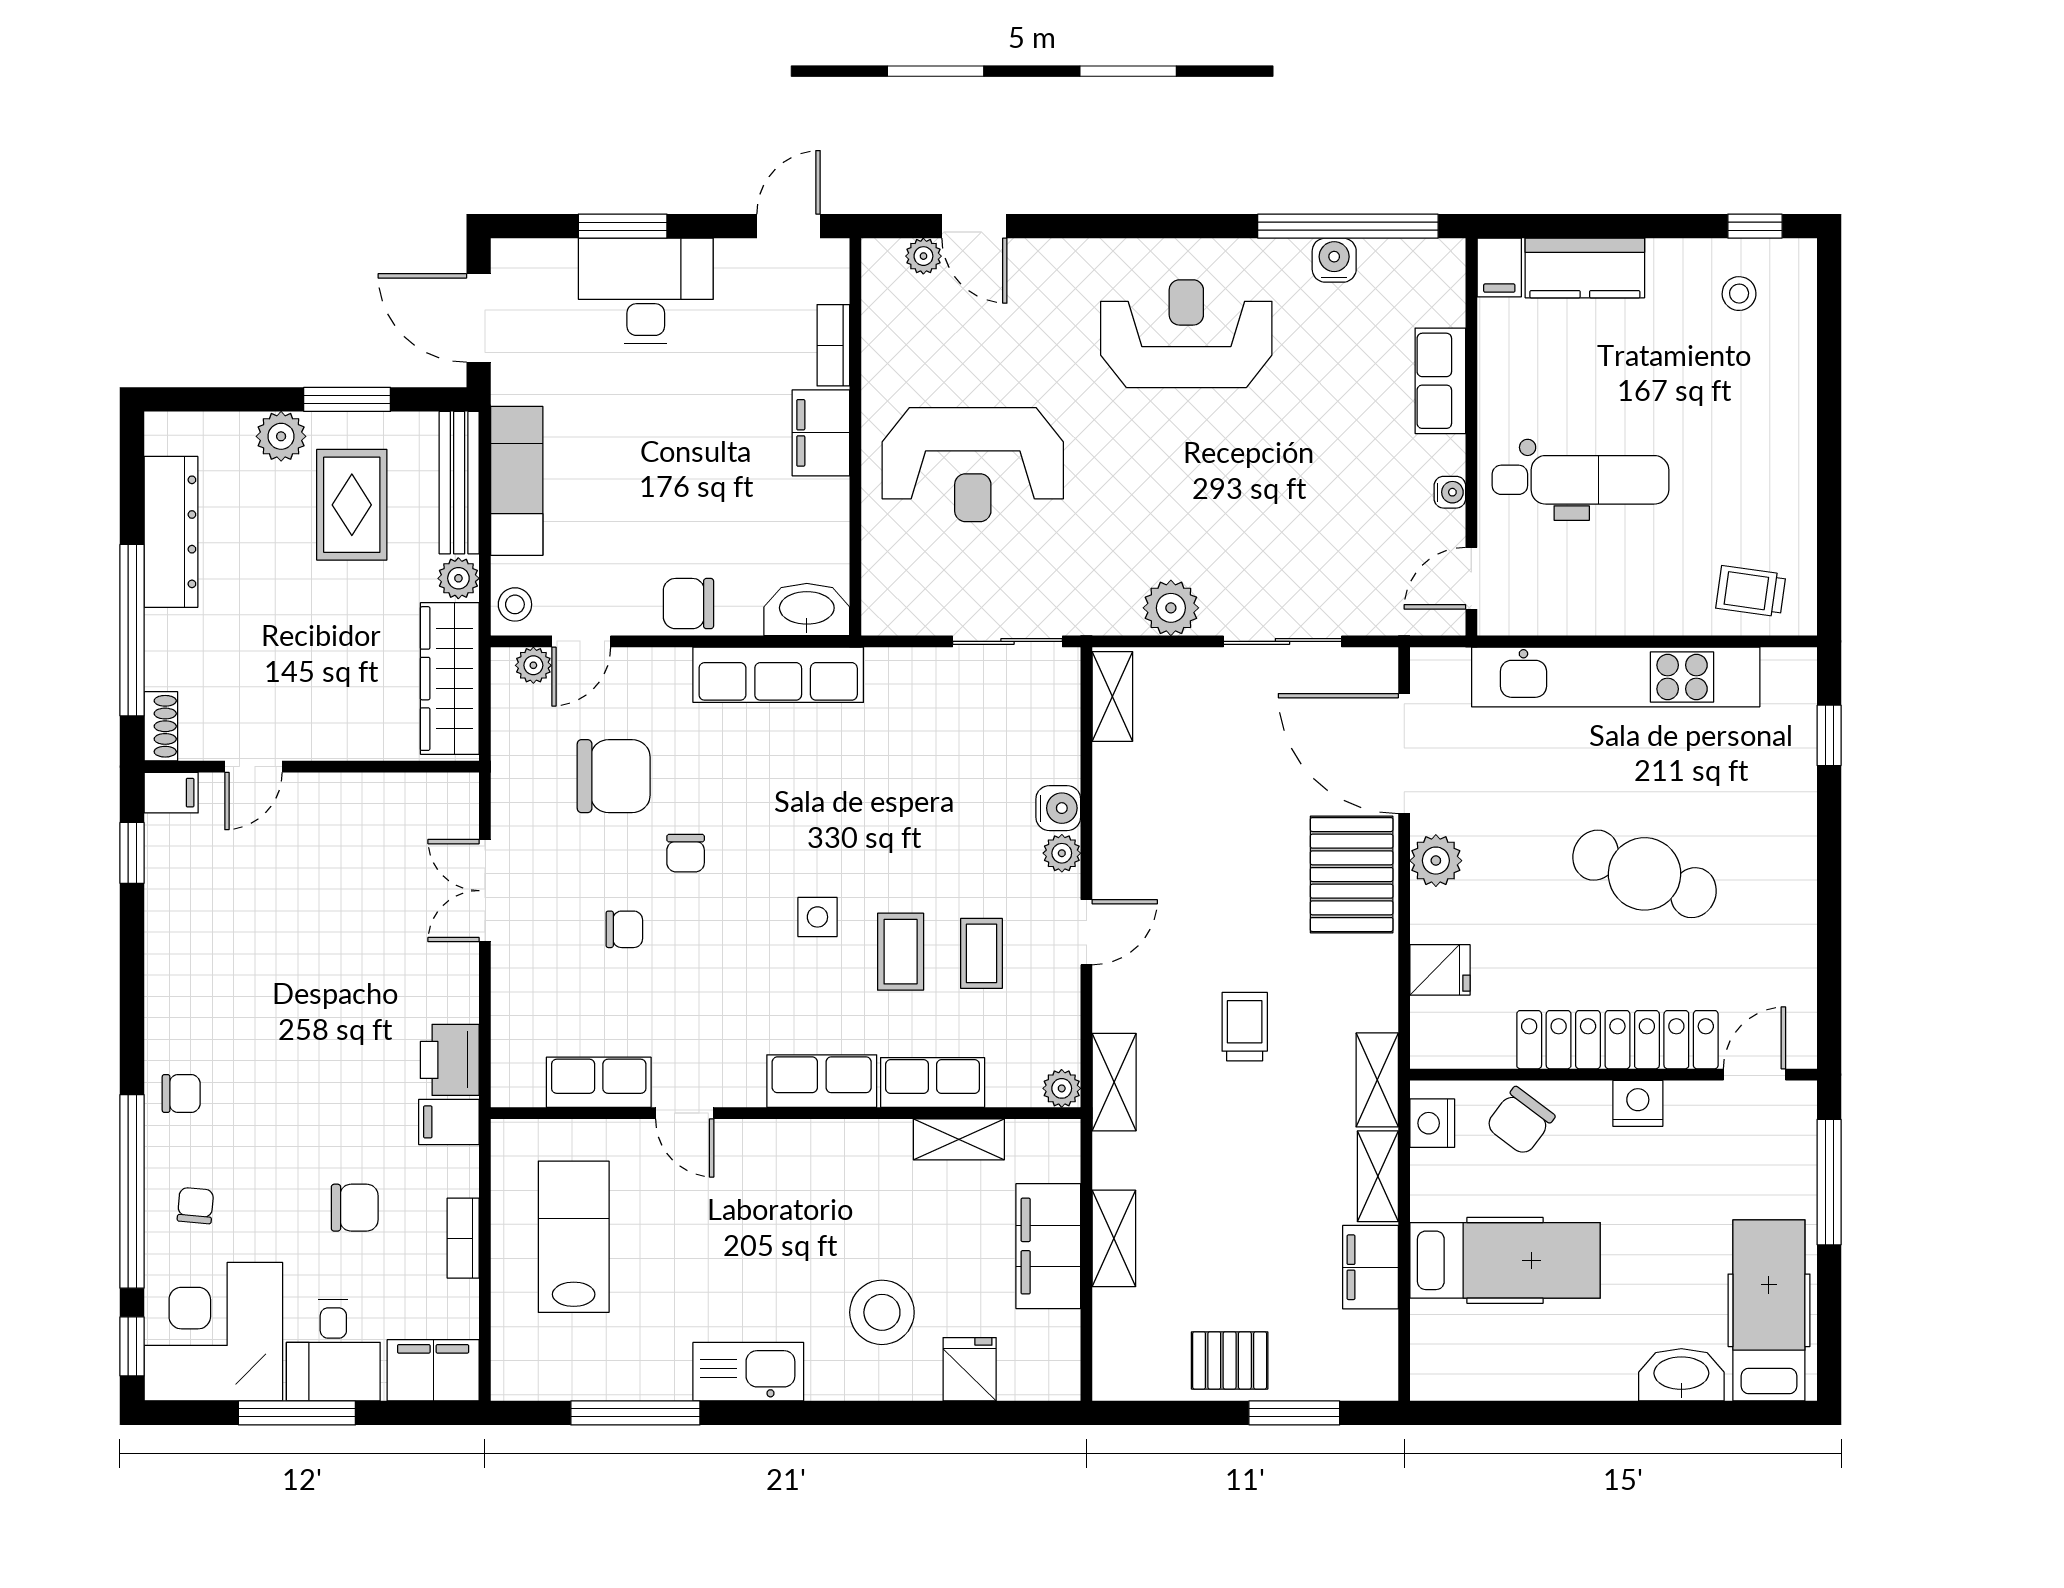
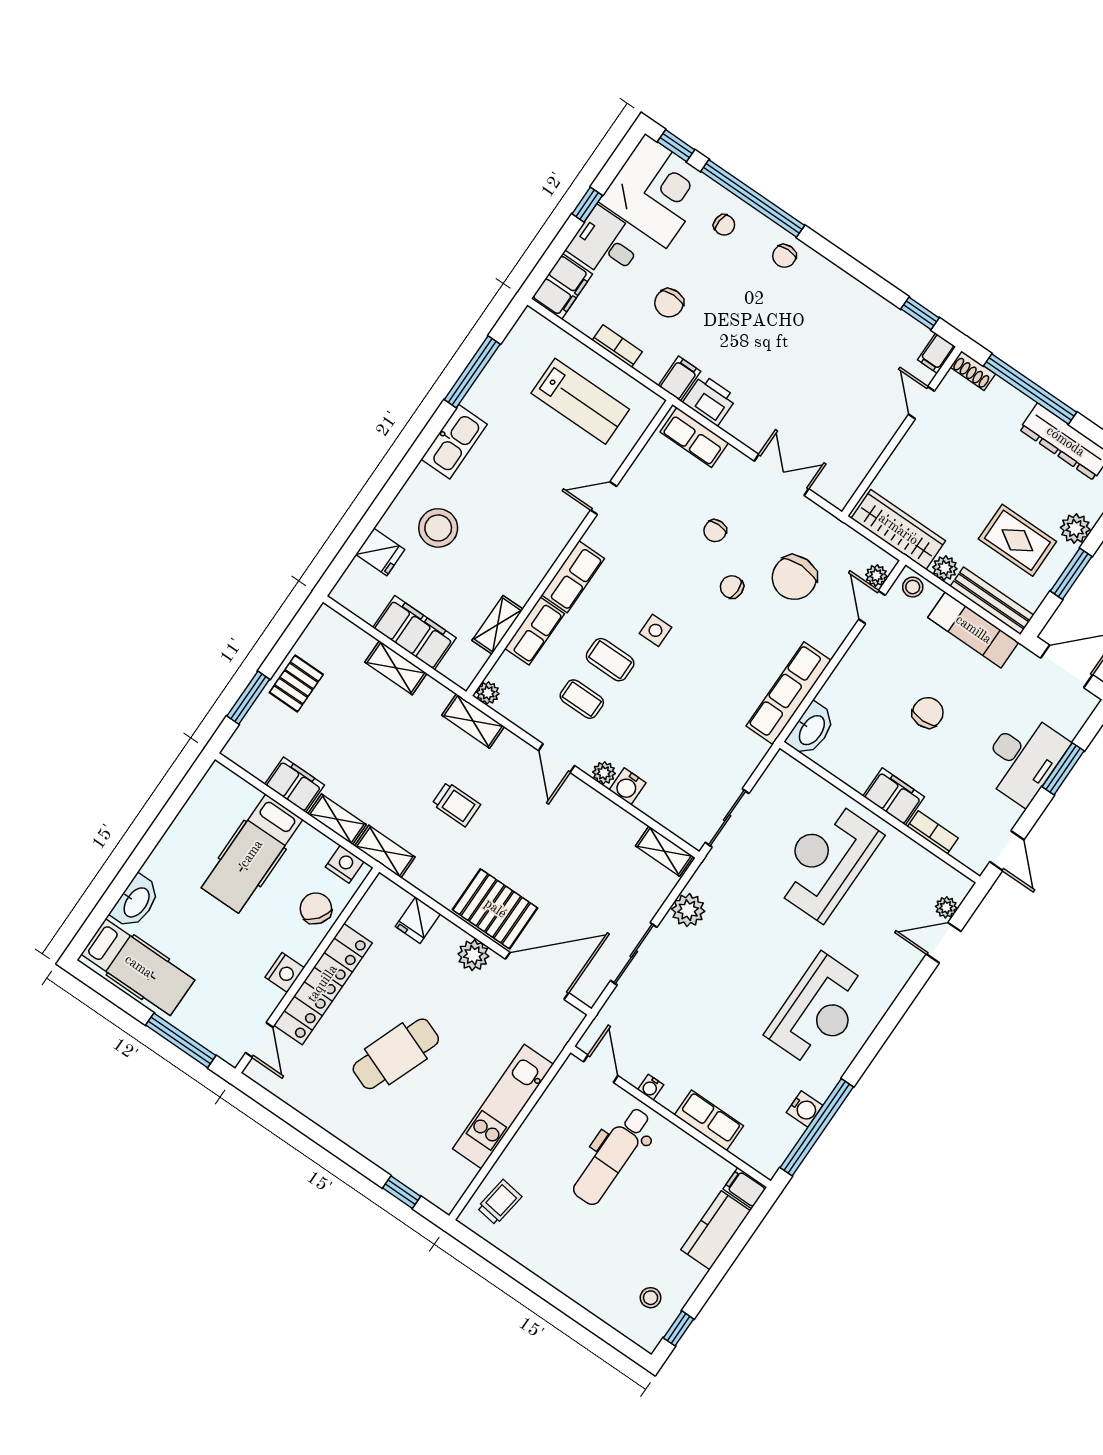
chair: (688, 604) -> (928, 713), moved
kitchen unit: (1616, 677) -> (503, 1106), width x0.73
row of seats: (599, 1082) -> (694, 437), moved, turned 90
window: (297, 1413) -> (587, 205), width x0.46

